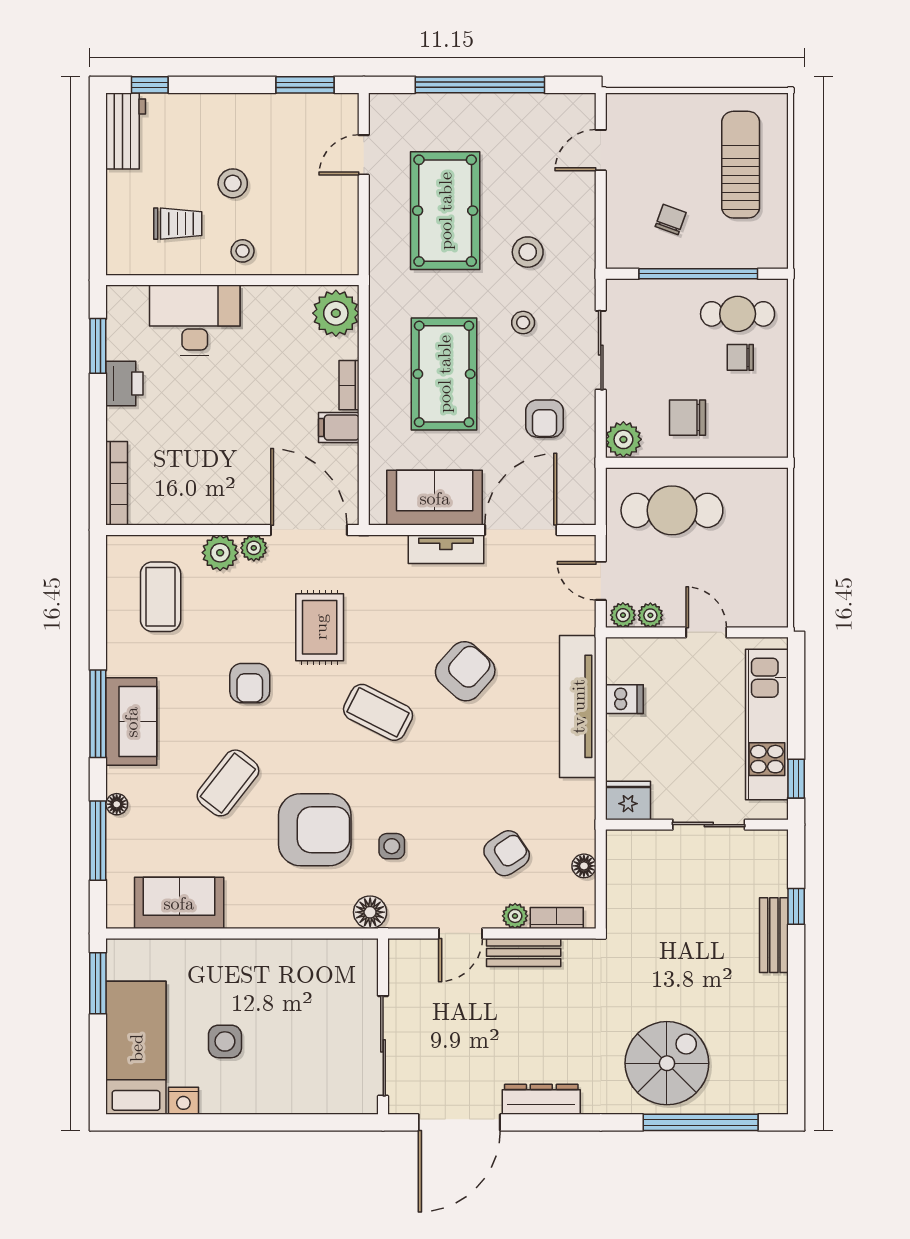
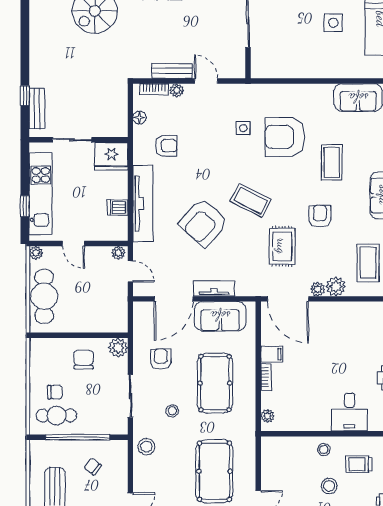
chair: (671, 219) -> (93, 466), turned 107
stool: (528, 252) -> (146, 447), moved
plant: (336, 313) -> (268, 416), width x0.53, depth x0.53
desk: (195, 320) -> (350, 412), width x0.73
chair: (688, 418) -> (84, 360), turned -90
cafe table: (672, 510) -> (44, 296), moved, turned 90
plant: (650, 615) -> (36, 253), moved
armchair: (465, 671) -> (204, 223), width x1.36, depth x1.36
window: (796, 779) -> (25, 206), moved
coffee table: (228, 783) -> (332, 162), turned -38
fridge: (628, 800) -> (111, 156), width x1.36, depth x1.34
armchair: (507, 853) -> (166, 146), moved, turned -146
floor lamp: (370, 912) -> (255, 92), removed
door: (461, 933) -> (206, 81), hinge flipped
bench: (774, 935) -> (37, 108), moved

